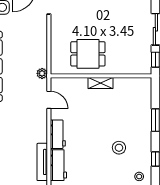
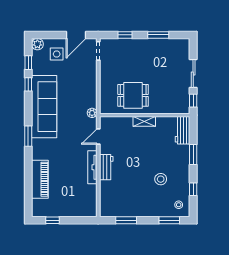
door: (49, 100) -> (98, 136), swing flipped
tv unit: (42, 162) -> (92, 167), moved
workbench: (58, 165) -> (183, 130), moved, turned 180

